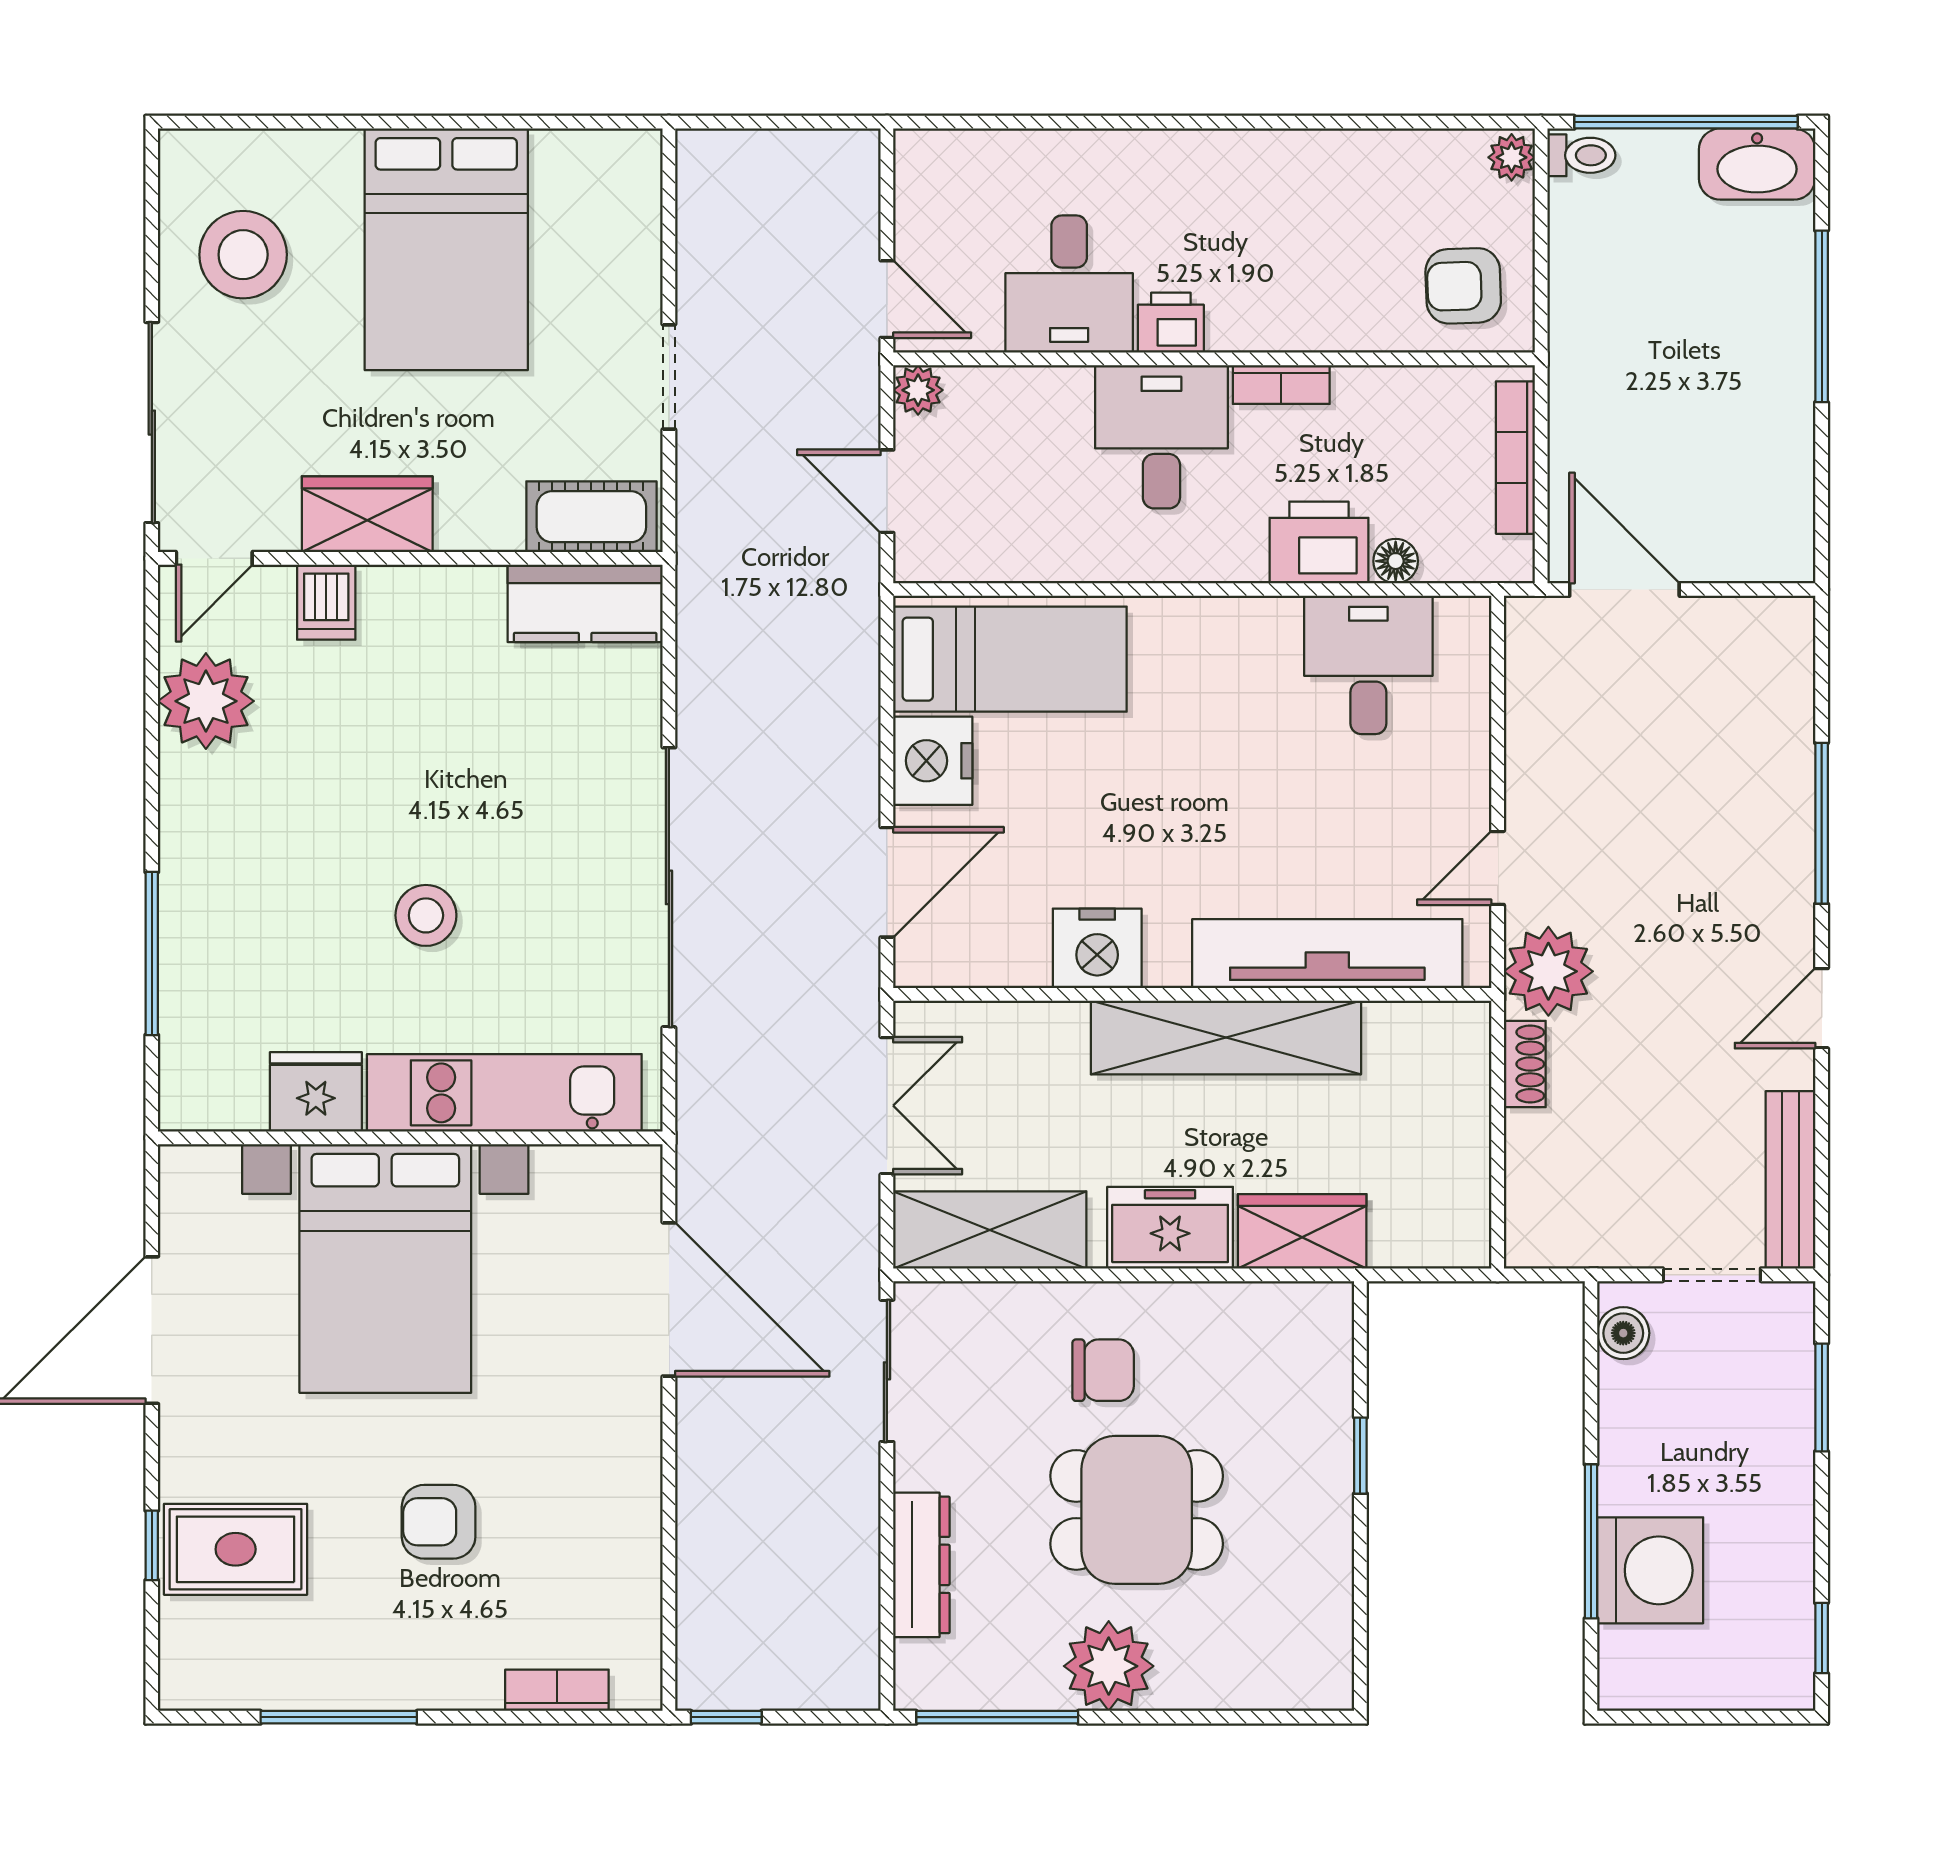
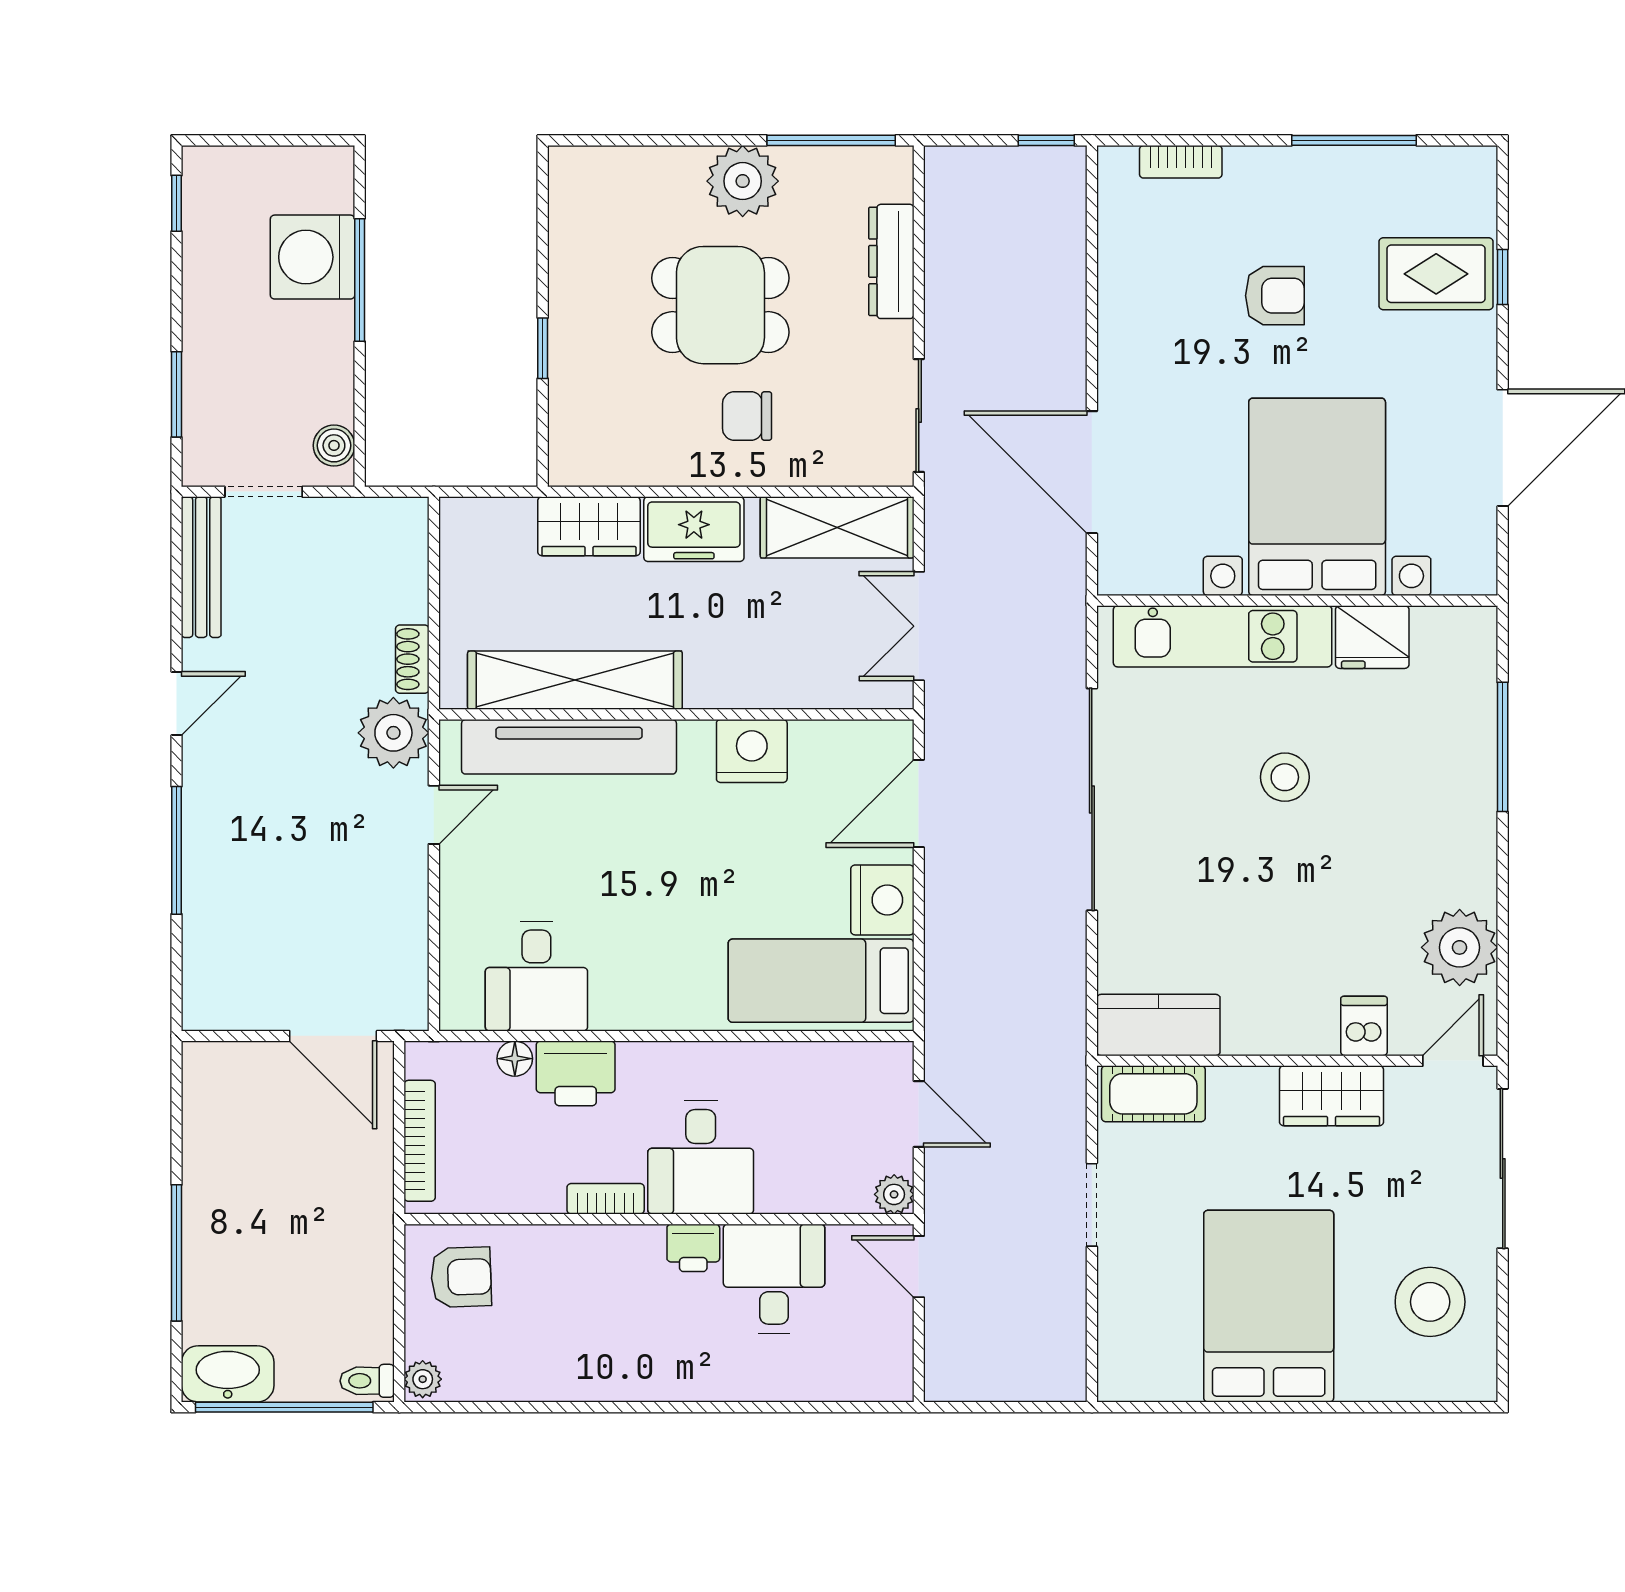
shelving: (1226, 1038) -> (575, 680), moved

